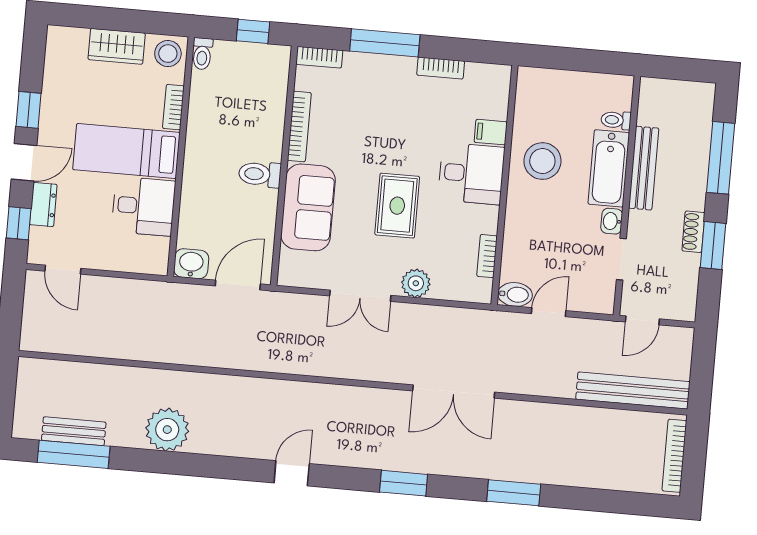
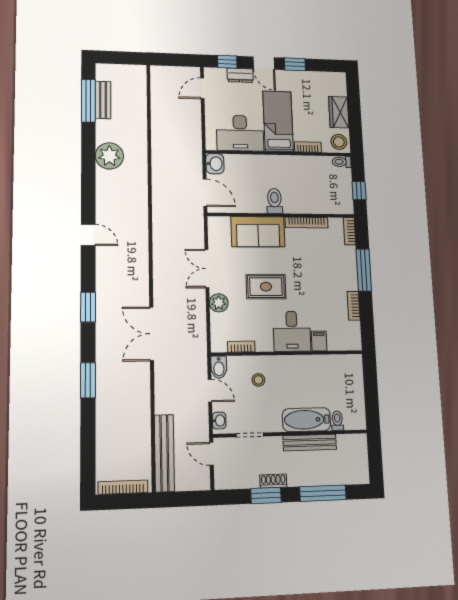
stool: (542, 161) -> (258, 380), moved, width x0.53, depth x0.53
desk: (143, 206) -> (240, 133), width x1.37
washbasin: (612, 221) -> (219, 421), moved, turned 90

